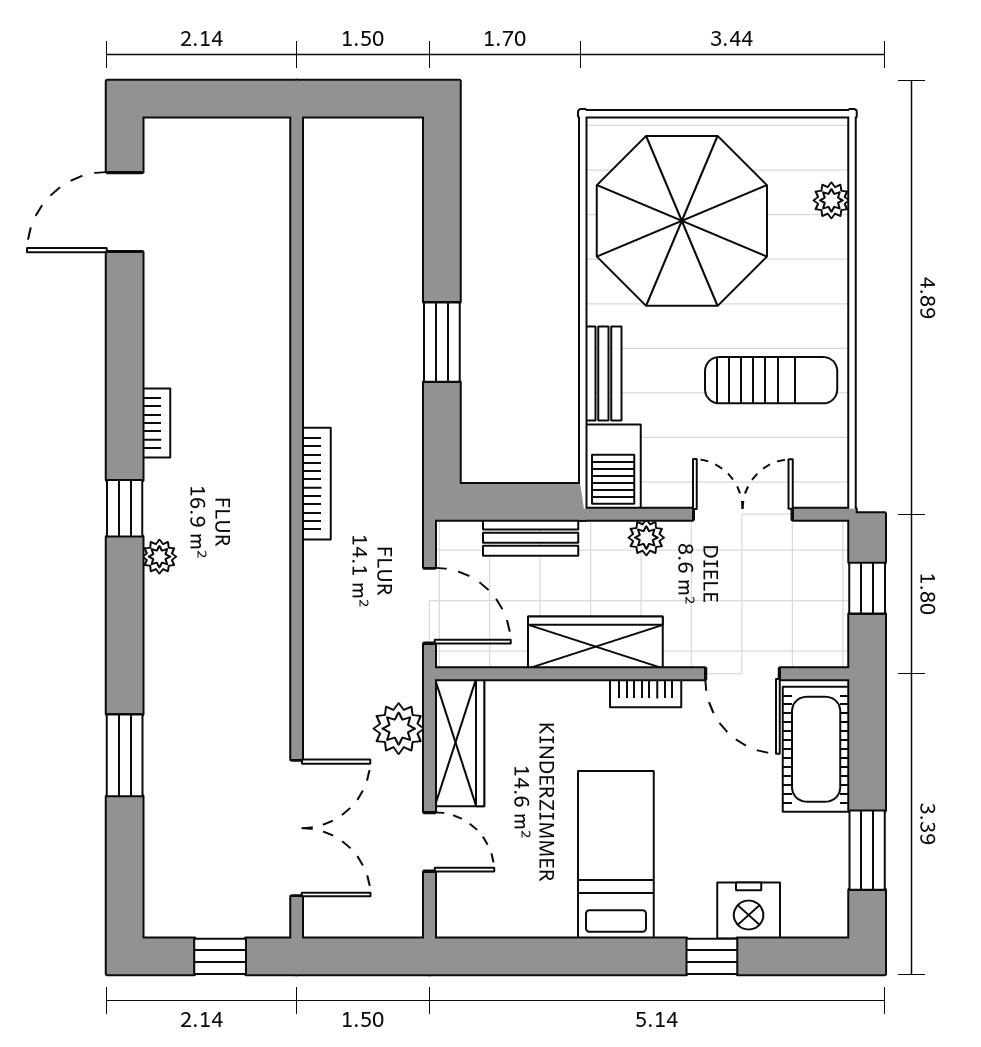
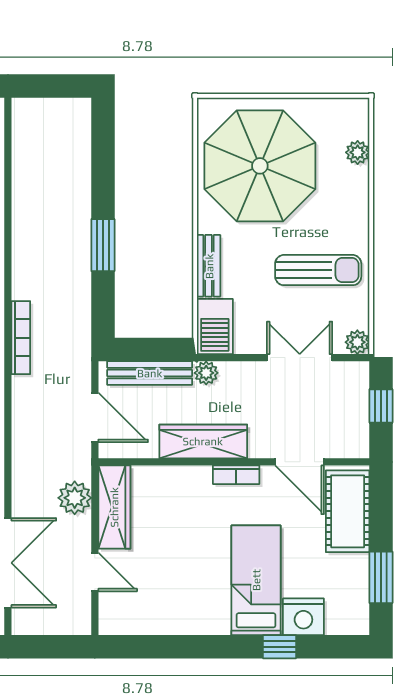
plant: (831, 490) -> (357, 342), added
bench: (531, 538) -> (150, 373), width x1.36
plant: (646, 538) -> (206, 373), moved
bed: (616, 855) -> (256, 580), moved

